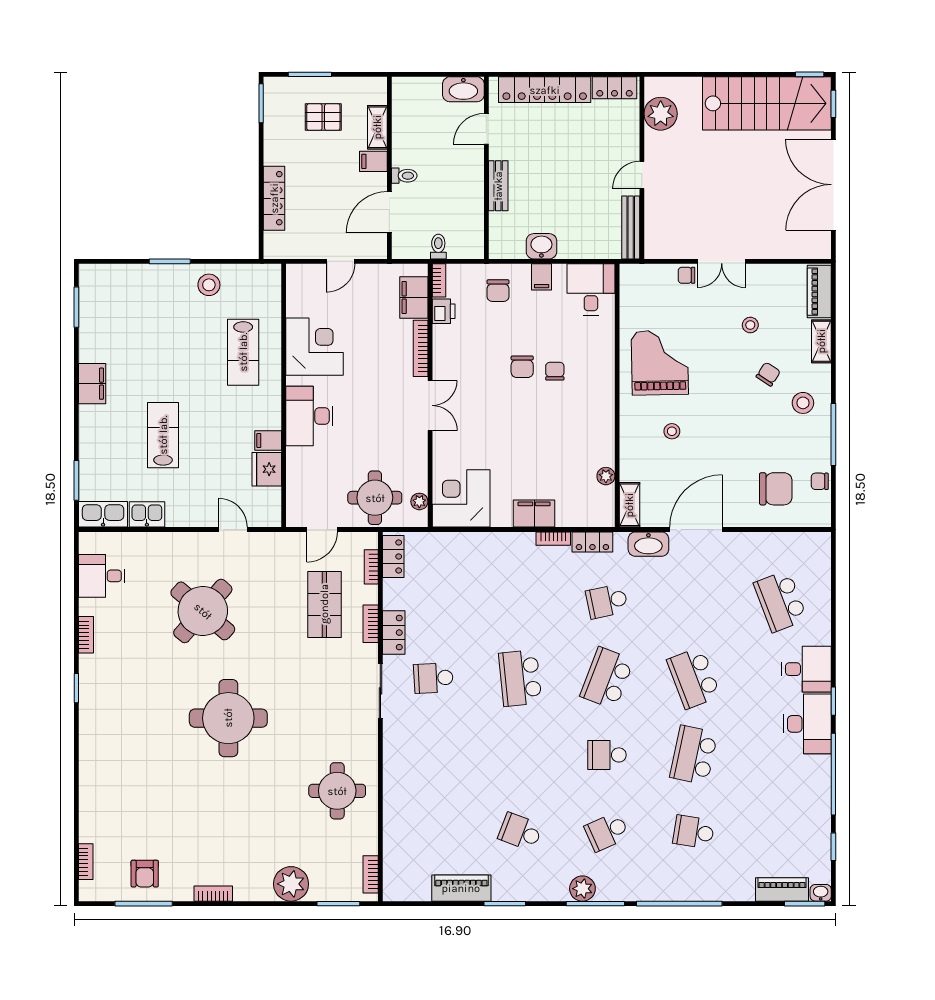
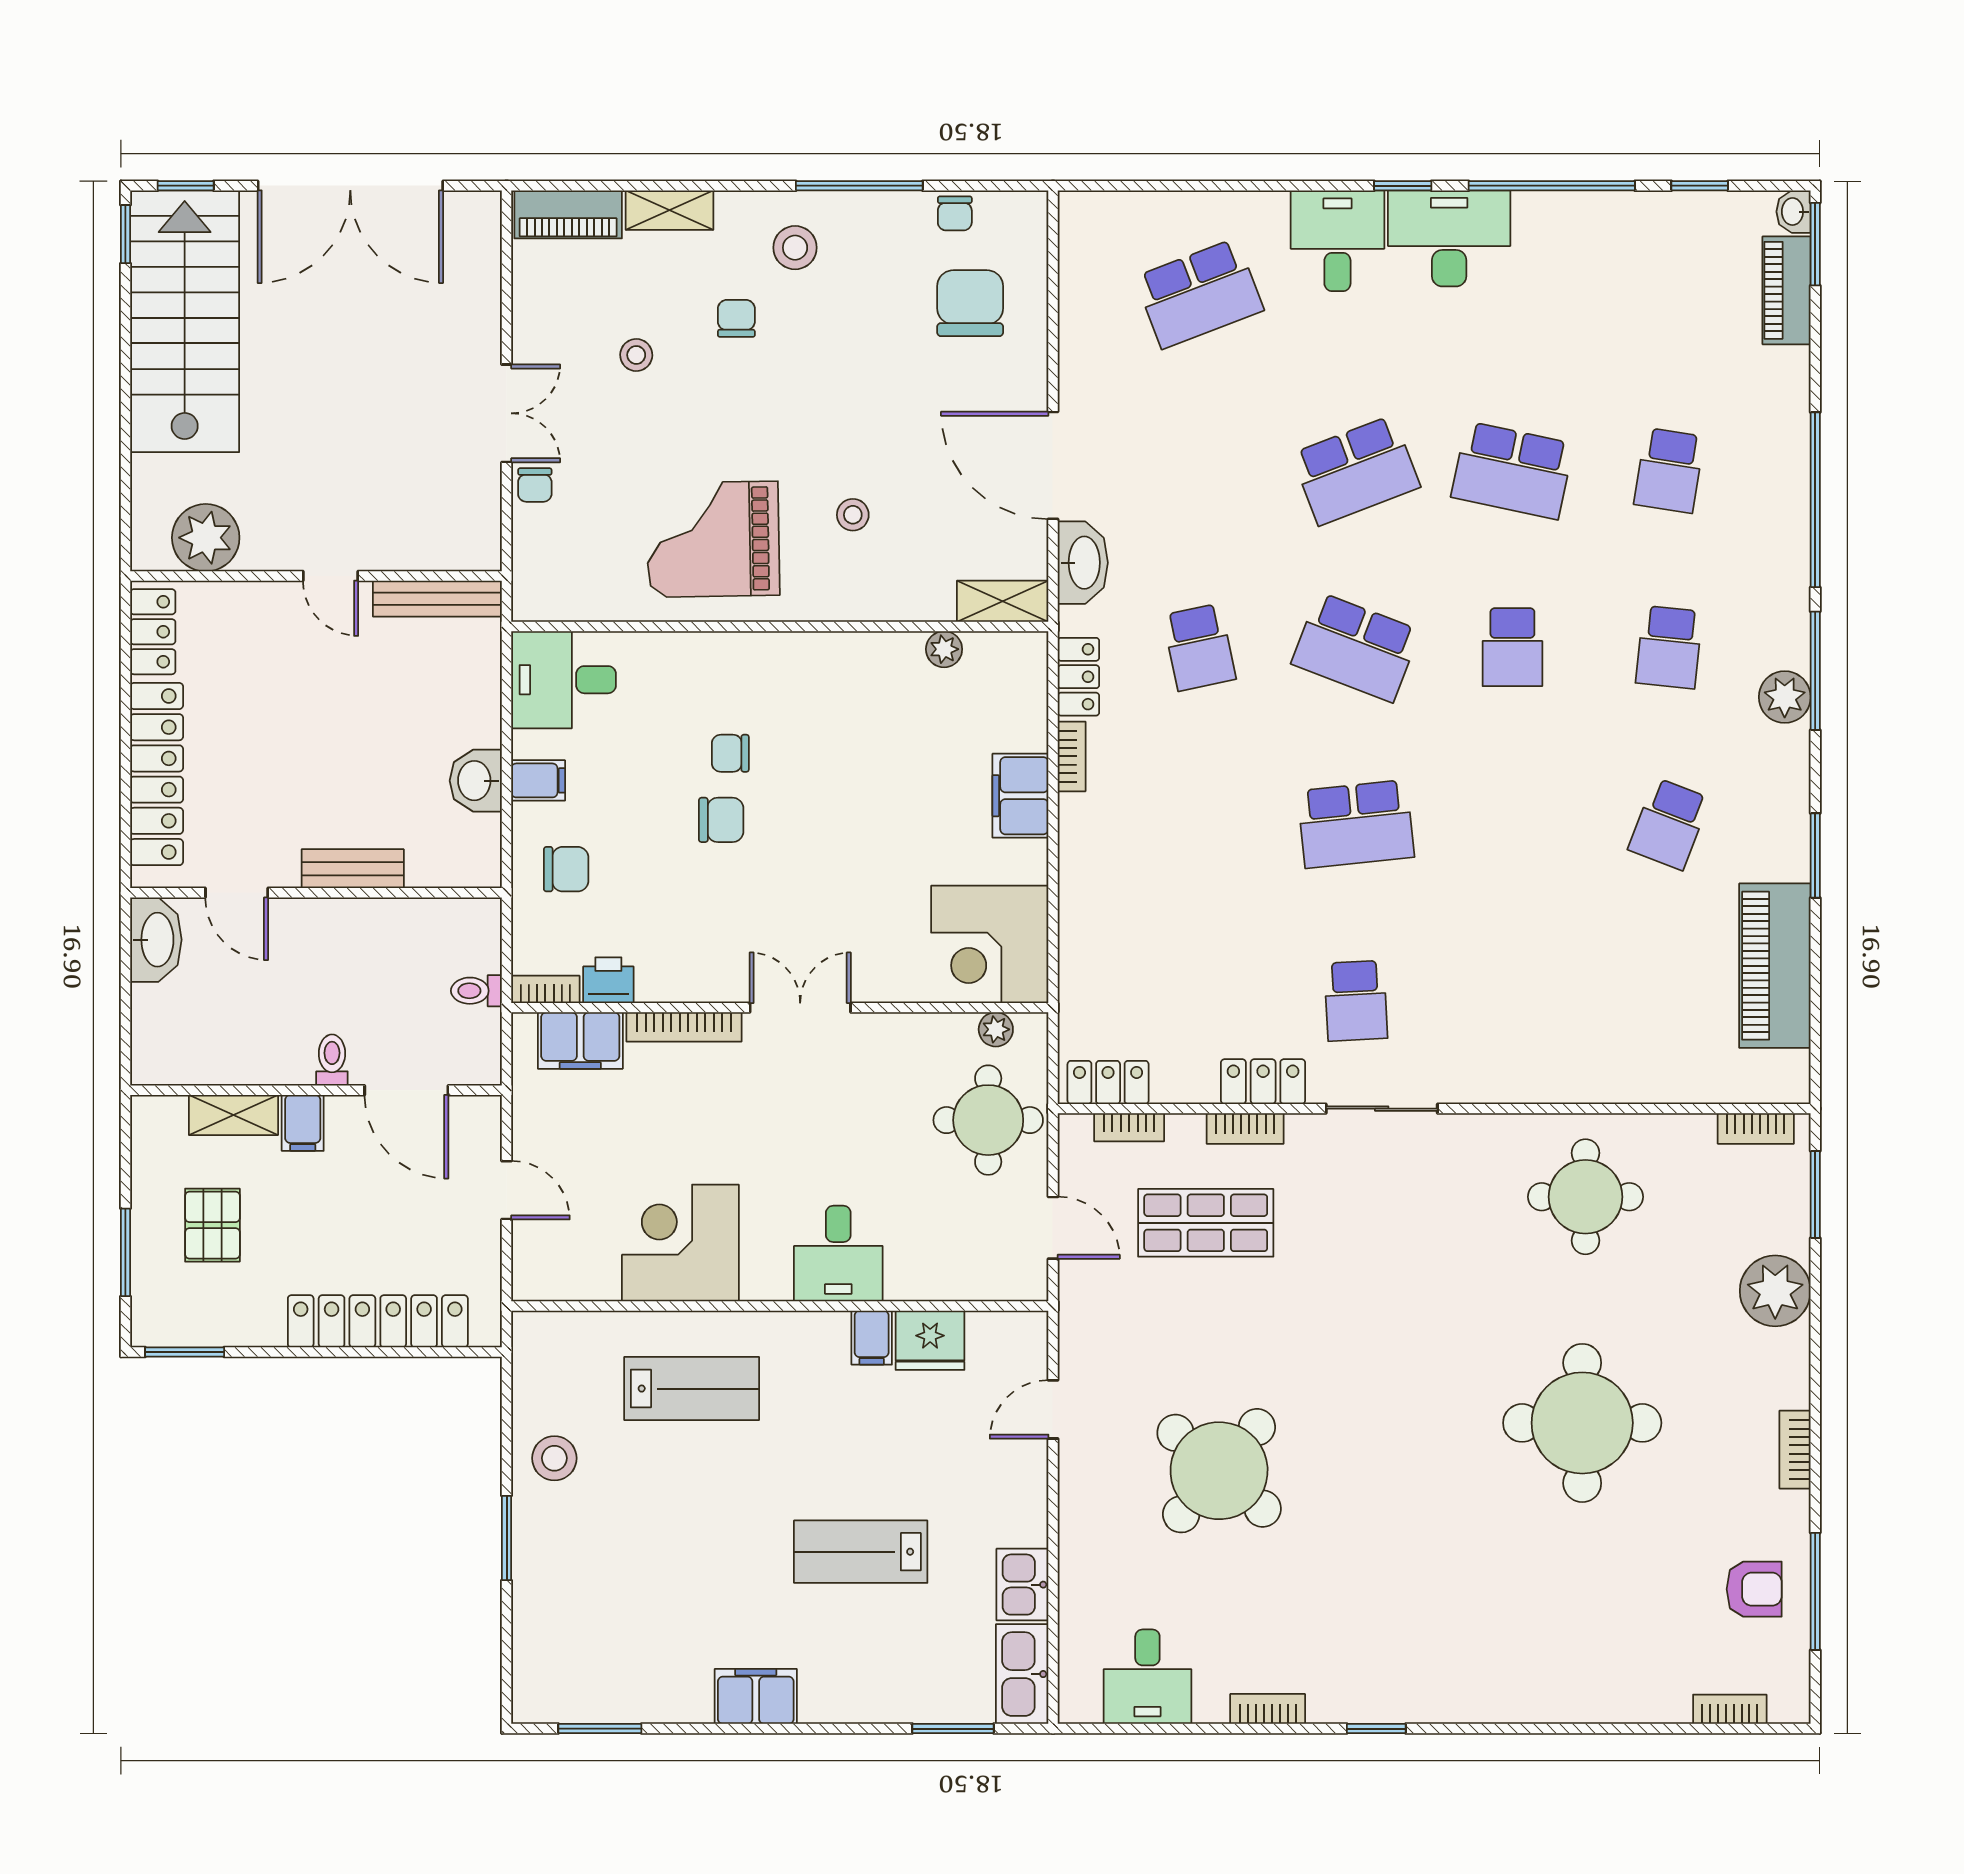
locker: (274, 198) -> (378, 1321), width x1.41, depth x1.21
chair: (768, 374) -> (736, 318), turned 57
desk: (309, 416) -> (838, 1254), width x0.73
round table: (228, 718) -> (1582, 1423), moved
school desk: (607, 832) -> (1669, 647), turned 30
piano: (461, 888) -> (1775, 966), width x1.37, depth x1.33

